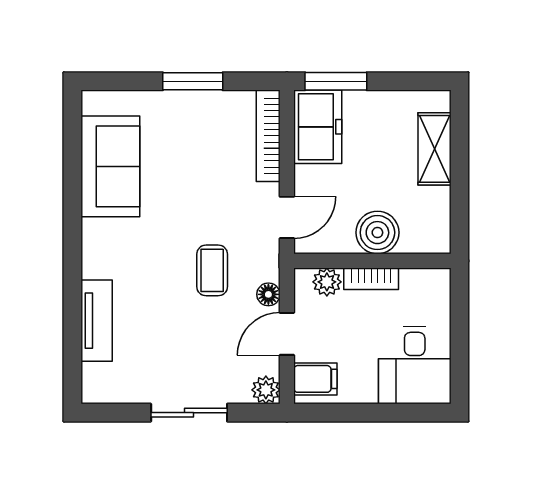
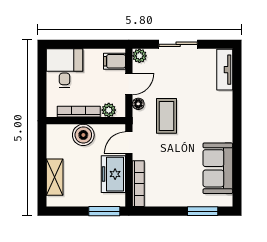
window: (193, 81) -> (203, 211), moved
freezer: (318, 127) -> (113, 174), moved
coffee table: (212, 270) -> (167, 116), width x1.36, depth x1.30
bookcase: (371, 279) -> (79, 112), width x1.56
tv unit: (97, 321) -> (225, 70), moved

